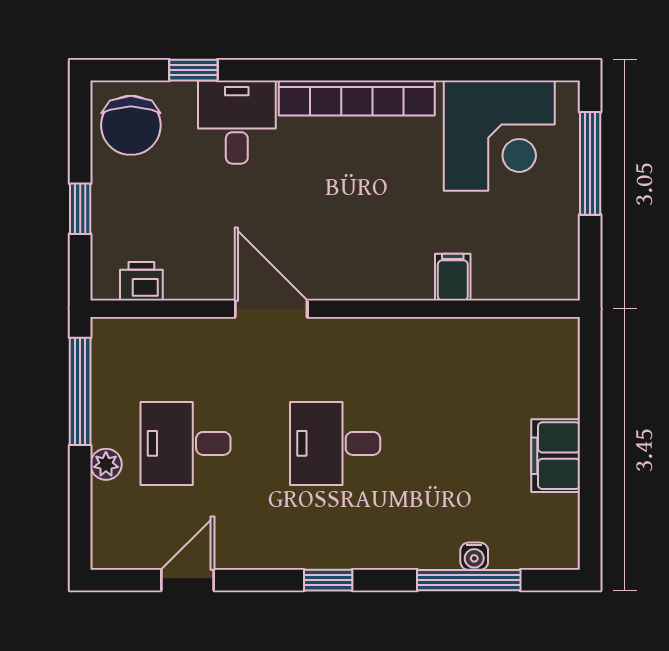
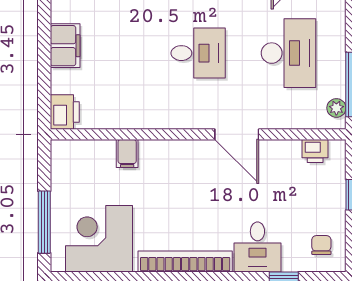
chair: (131, 125) -> (321, 245), width x0.54, depth x0.54
printer: (556, 346) -> (65, 112), added
desk: (185, 443) -> (288, 53), width x1.37
plant: (106, 464) -> (336, 108), moved

